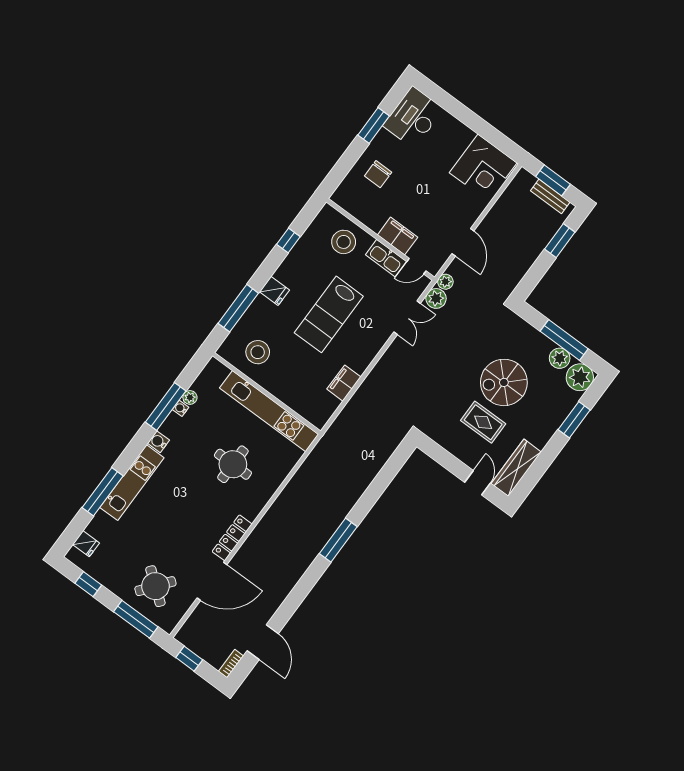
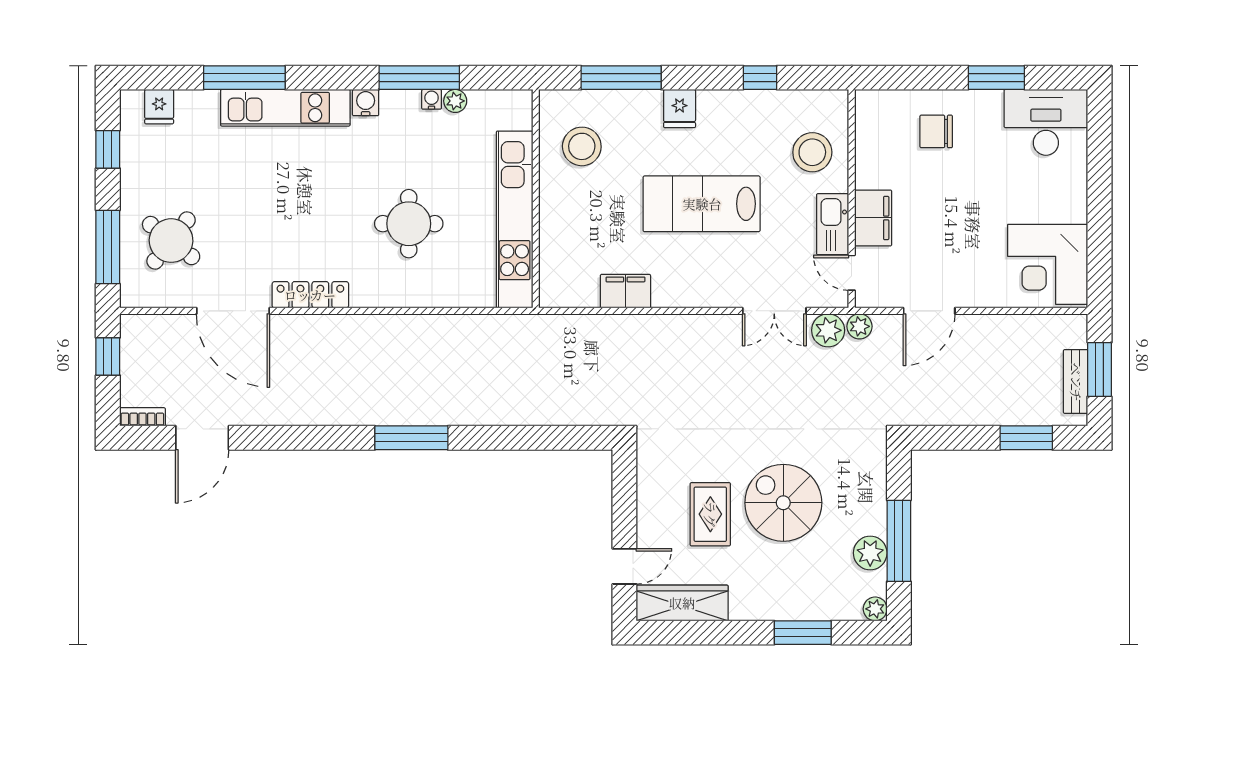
plant: (580, 377) -> (875, 609), width x0.53, depth x0.53

